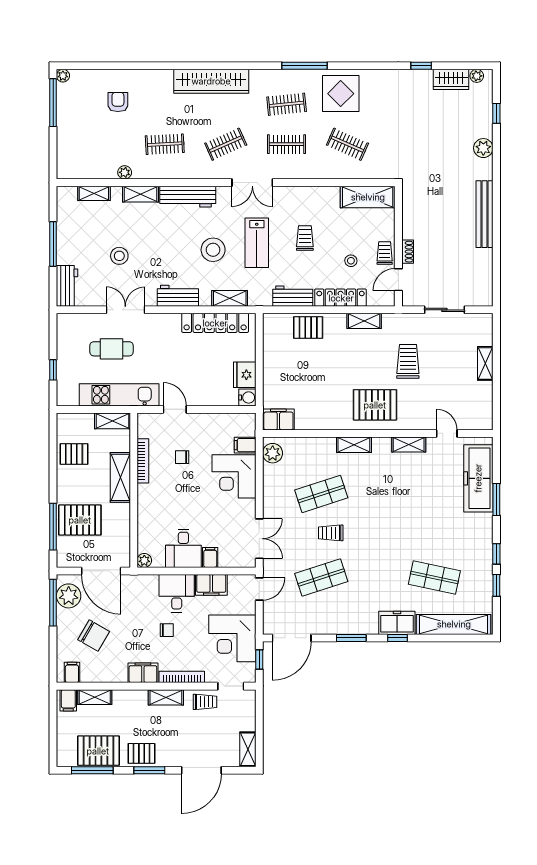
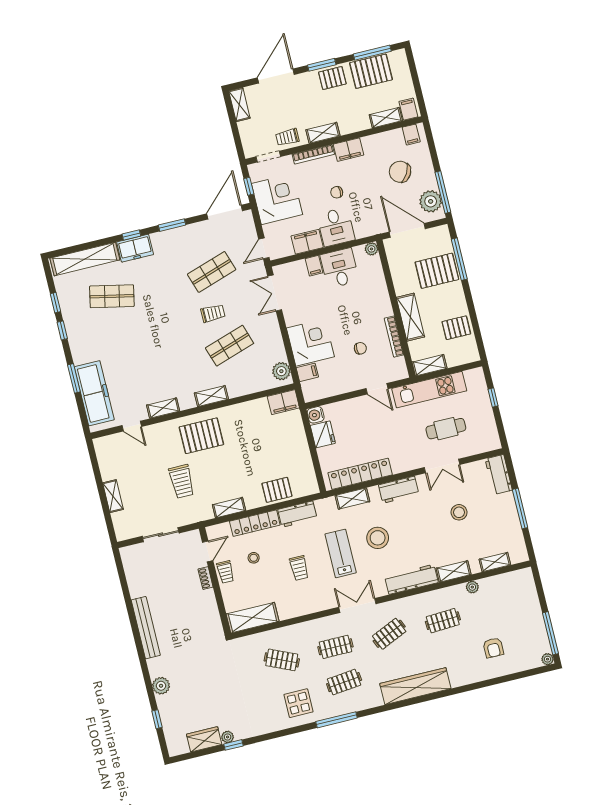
plant: (477, 76) -> (228, 737), moved
display table: (341, 94) -> (299, 703), width x0.73, depth x0.73

